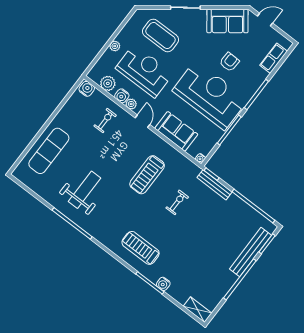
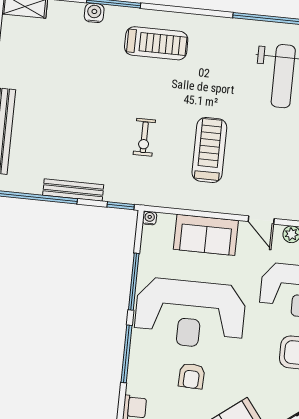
bench: (215, 185) -> (73, 190), moved

